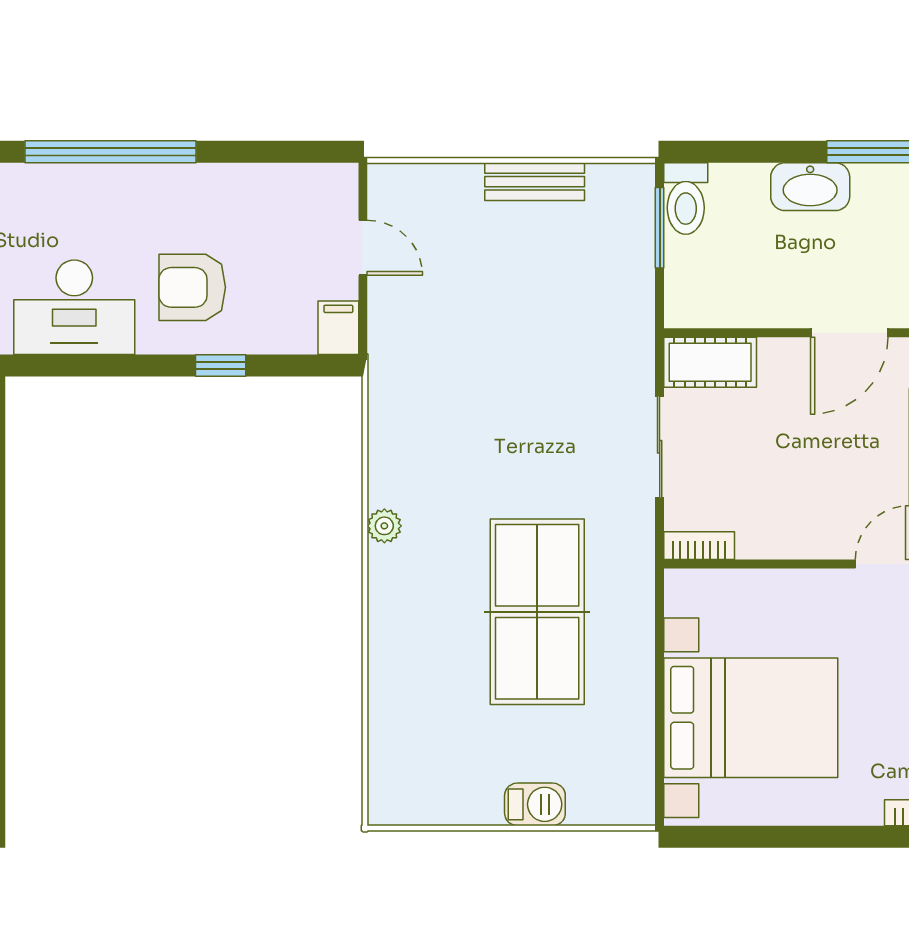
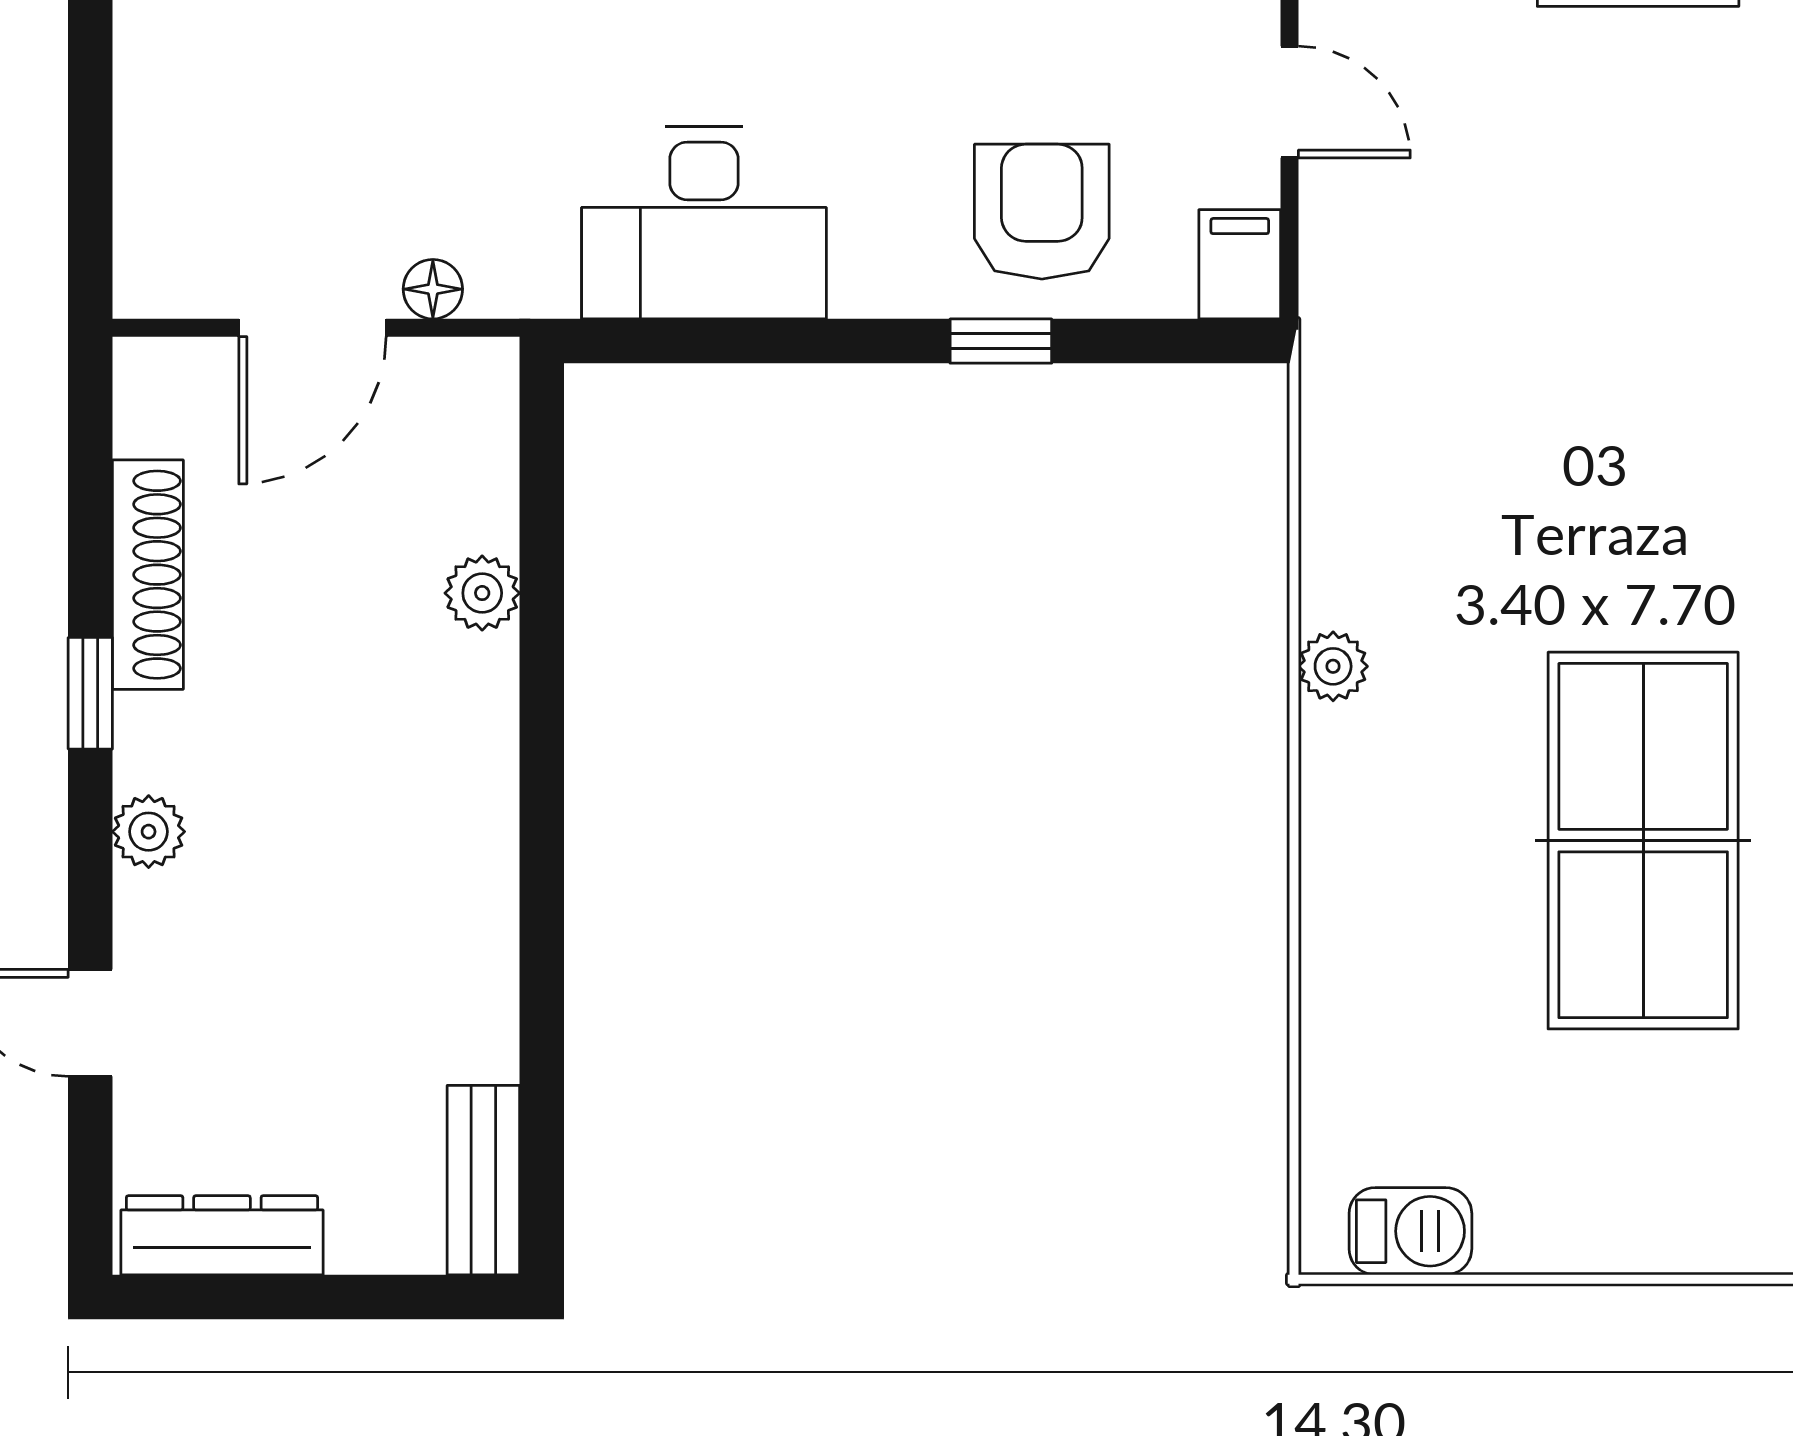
armchair: (192, 287) -> (1042, 212), moved, turned 90
barbecue: (535, 804) -> (1410, 1231), moved

